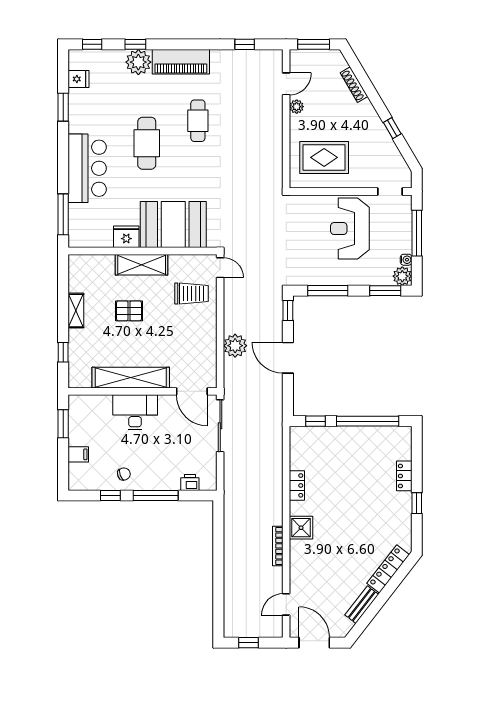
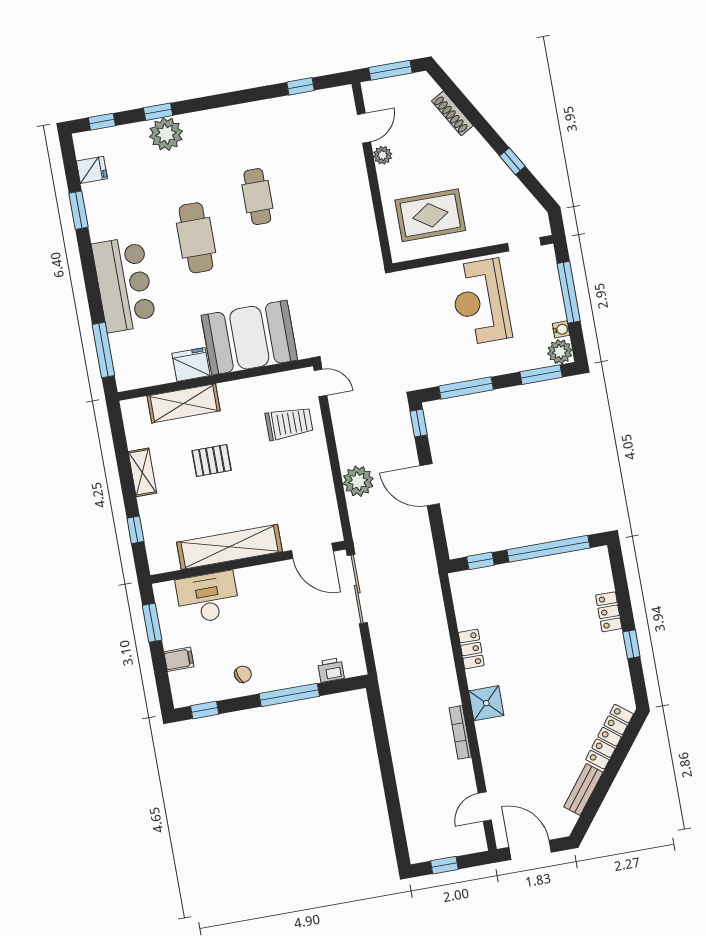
piano: (181, 62) -> (222, 124), removed
shelving: (142, 265) -> (184, 403), moved
desk: (135, 412) -> (208, 597), moved
window: (110, 496) -> (205, 710), moved

